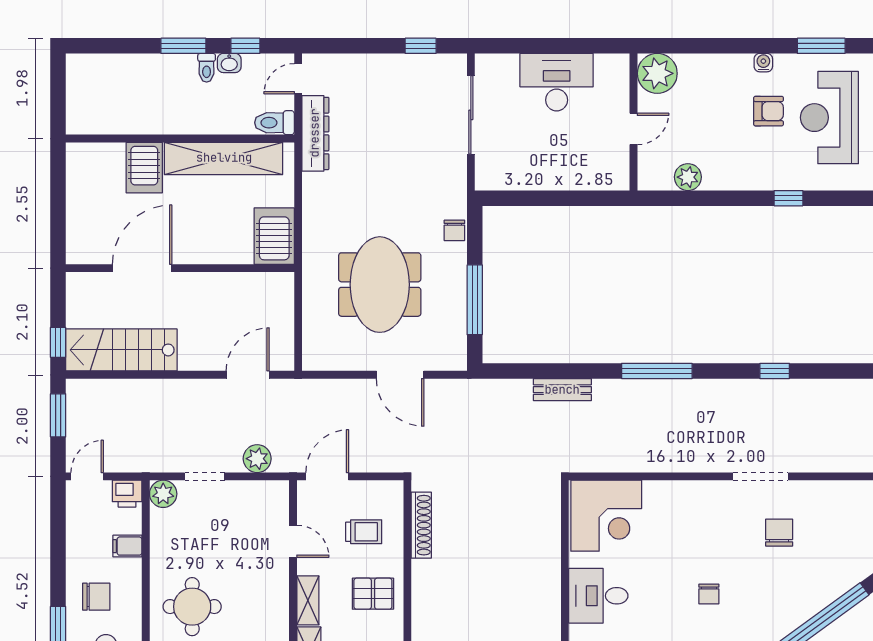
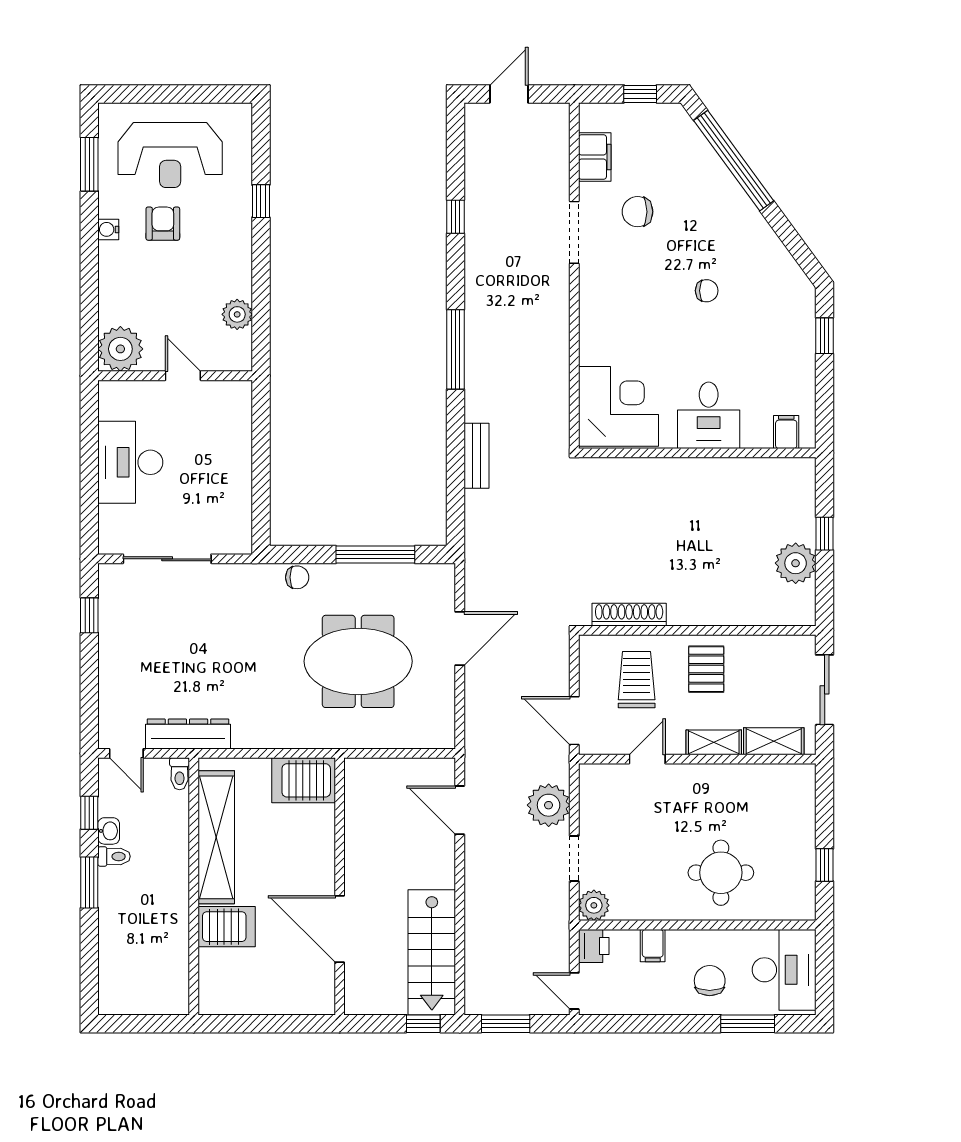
toilet: (274, 123) -> (180, 774), width x0.73, depth x0.72
plant: (257, 459) -> (549, 805), width x1.36, depth x1.36
filing cabinet: (828, 495) -> (595, 157), added
trolley: (364, 532) -> (637, 680), width x1.36, depth x1.39

